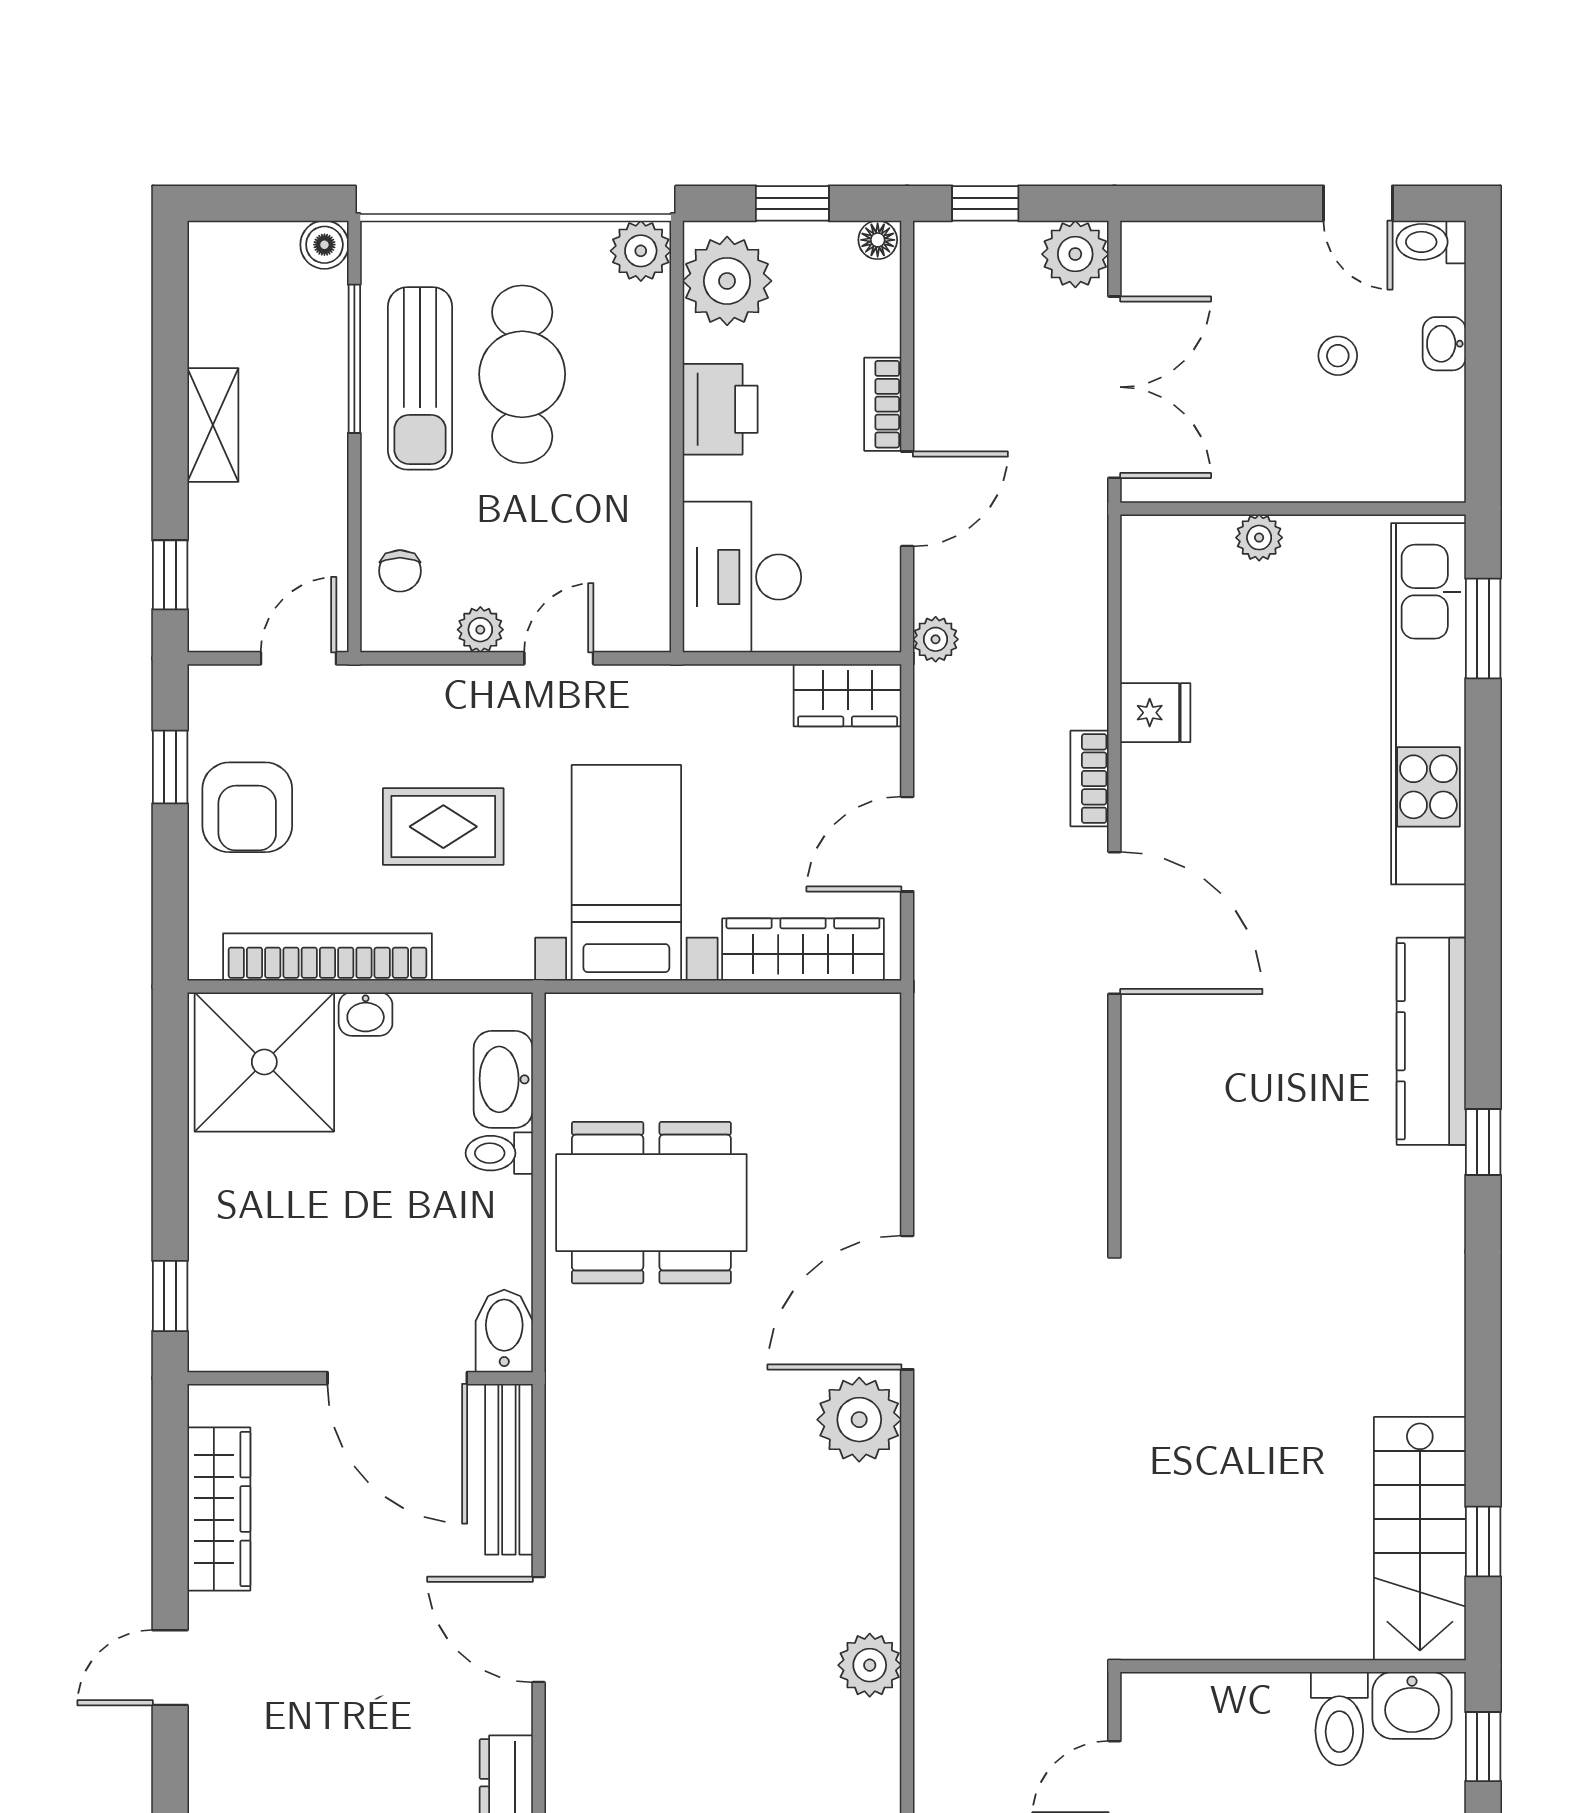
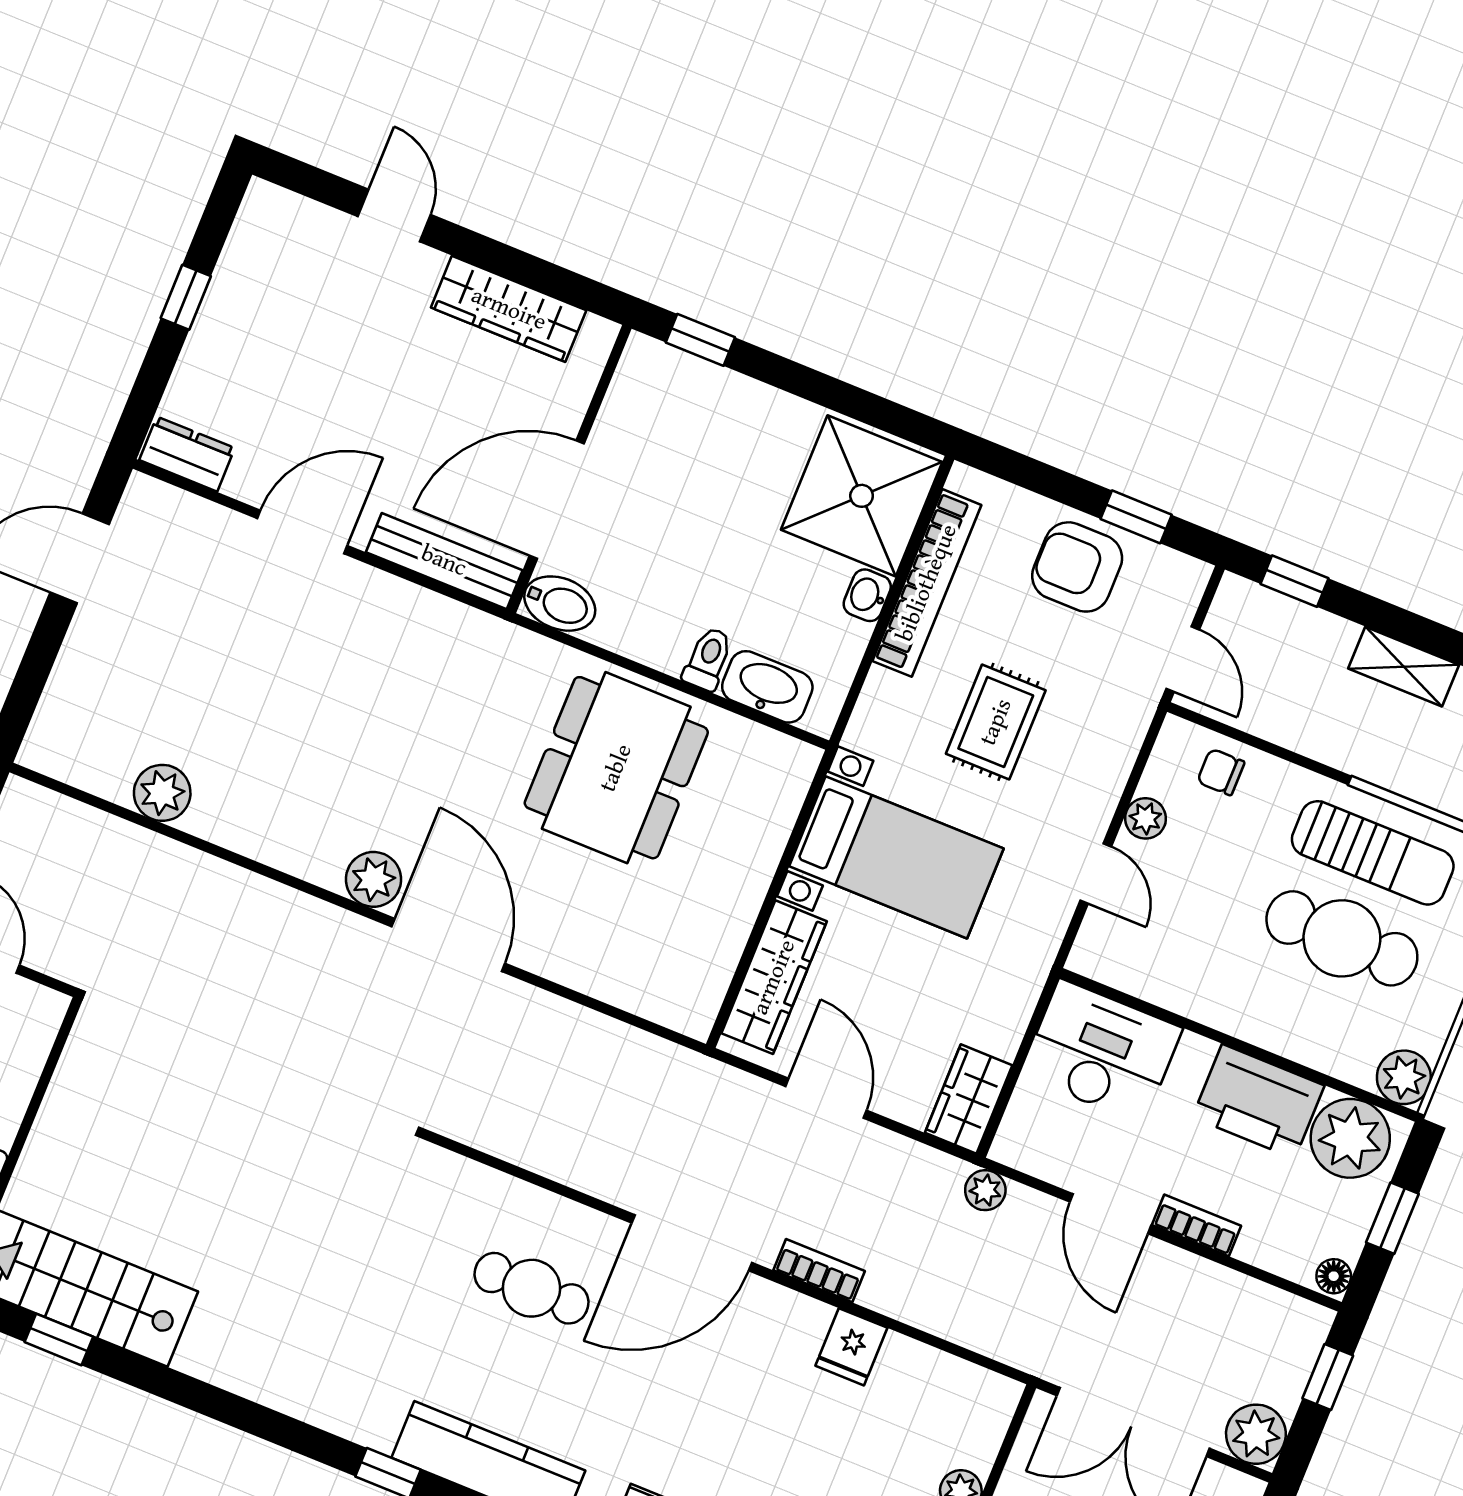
sun lounger: (420, 378) -> (1373, 853), turned 180
printer: (720, 409) -> (1258, 1101), width x1.37, depth x1.19
cafe table: (1230, 1071) -> (532, 1288), added
plant: (859, 1420) -> (374, 879), width x0.73, depth x0.73

